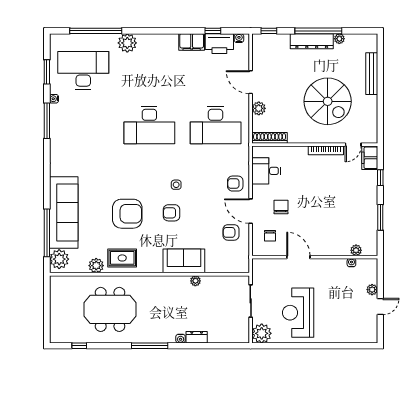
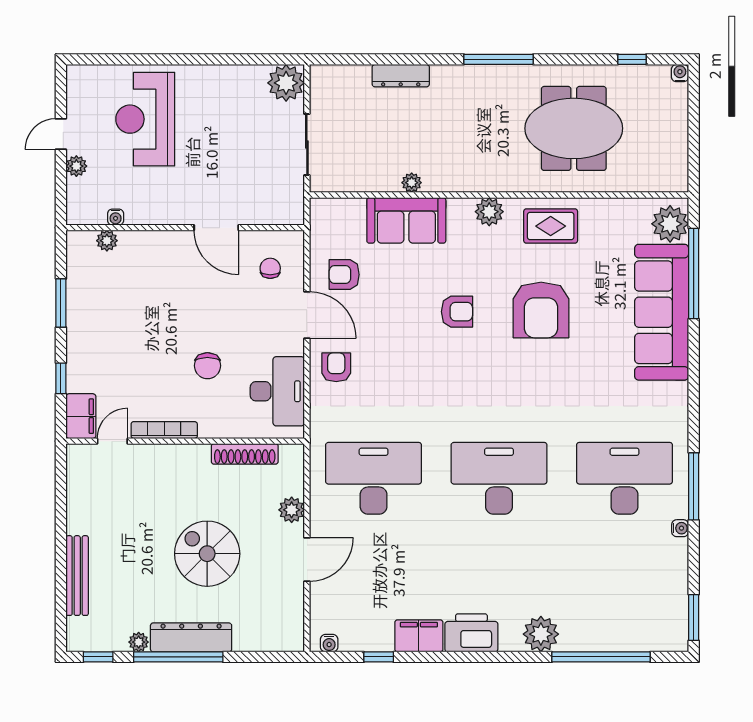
window: (269, 31) -> (98, 657), moved
printer: (219, 44) -> (471, 633), moved
desk: (83, 70) -> (625, 478), moved, turned 180
window: (47, 72) -> (694, 618), moved
door: (251, 82) -> (307, 560), hinge flipped
spiral stairs: (328, 101) -> (207, 554), moved, width x0.73, depth x0.73
shoe rack: (270, 138) -> (245, 454), moved
desk: (266, 171) -> (277, 391), width x1.37
armchair: (235, 184) -> (336, 367), turned -90
side table: (176, 185) -> (448, 365), removed
chair: (281, 207) -> (207, 366), moved
armchair: (127, 214) -> (541, 310), turned -90
armchair: (231, 232) -> (344, 275), turned 180
sofa: (184, 261) -> (406, 220), moved
plant: (96, 266) -> (489, 212), moved
reception desk: (298, 313) -> (145, 119), moved, turned 180
dresser: (197, 337) -> (401, 76), width x1.44
water cooler: (181, 339) -> (680, 73), moved

